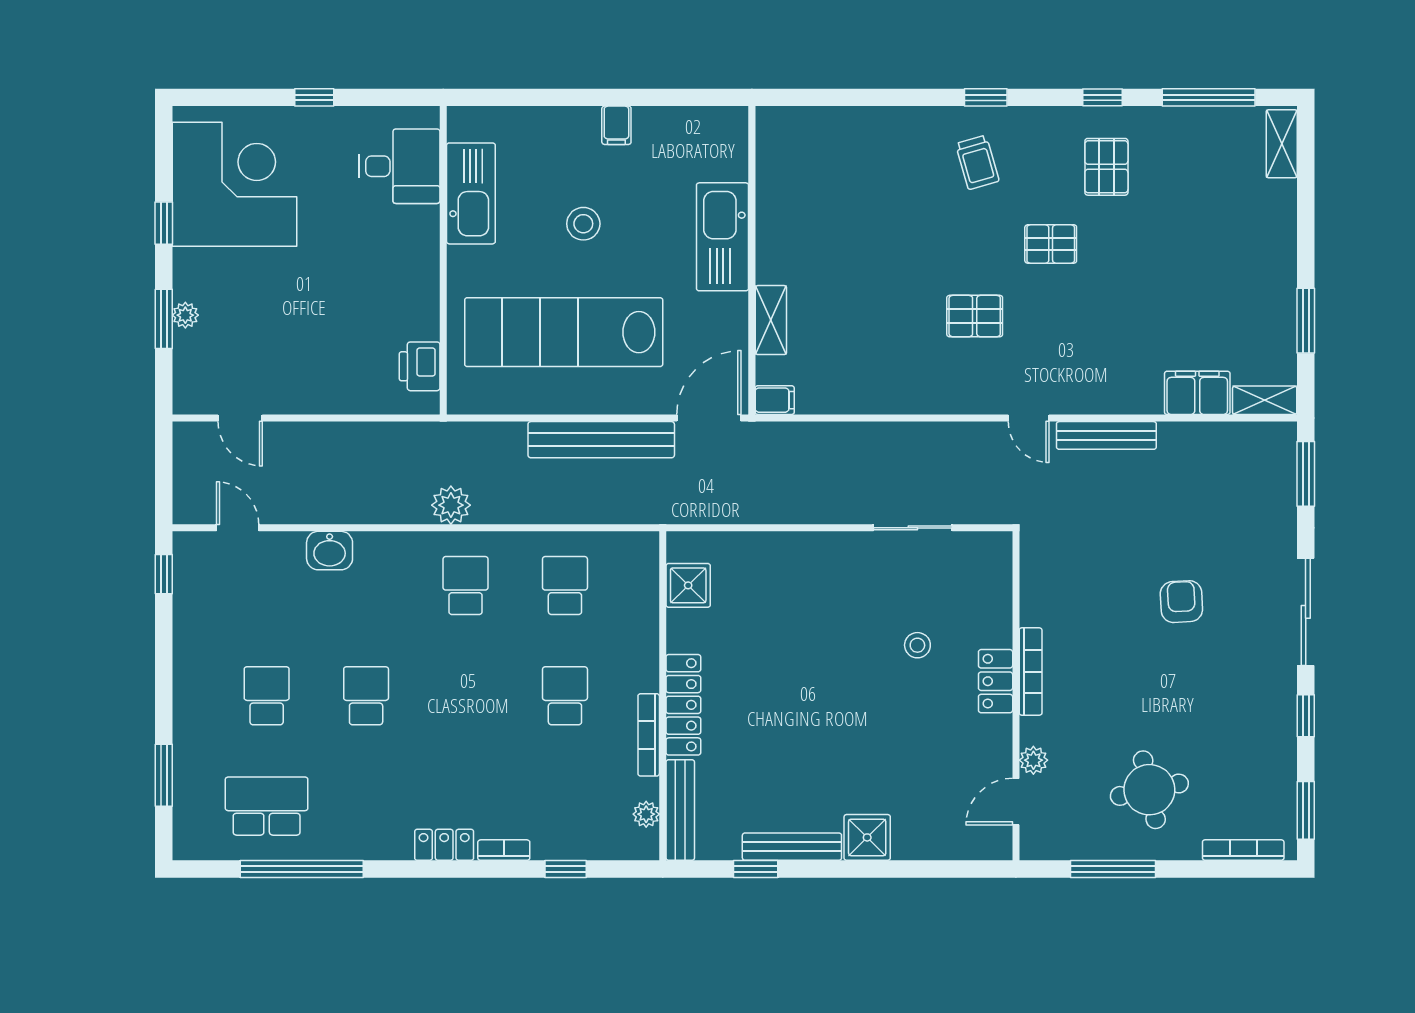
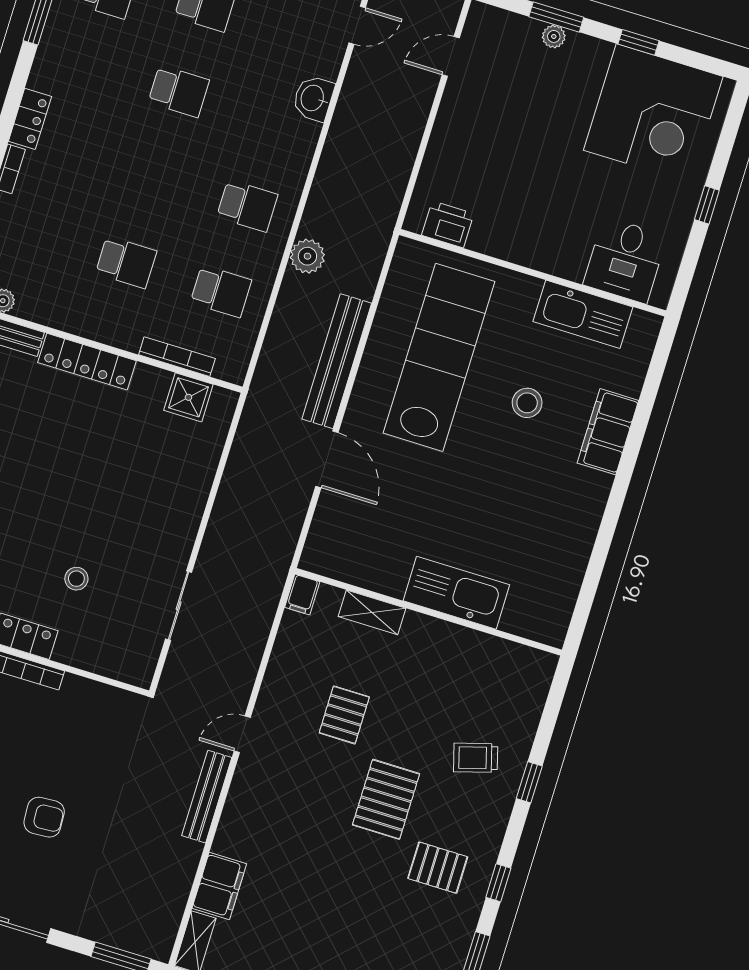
filing cabinet: (616, 125) -> (608, 432), width x3.00, depth x1.17
kitchen sink: (722, 237) -> (456, 593), moved
pallet: (1051, 244) -> (386, 799), width x1.50, depth x1.42
wall: (752, 260) -> (428, 612), moved
shelving: (771, 320) -> (372, 612), moved
filing cabinet: (775, 400) -> (302, 594), moved
plant: (451, 505) -> (307, 256), moved
bookcase: (649, 735) -> (177, 357), moved

